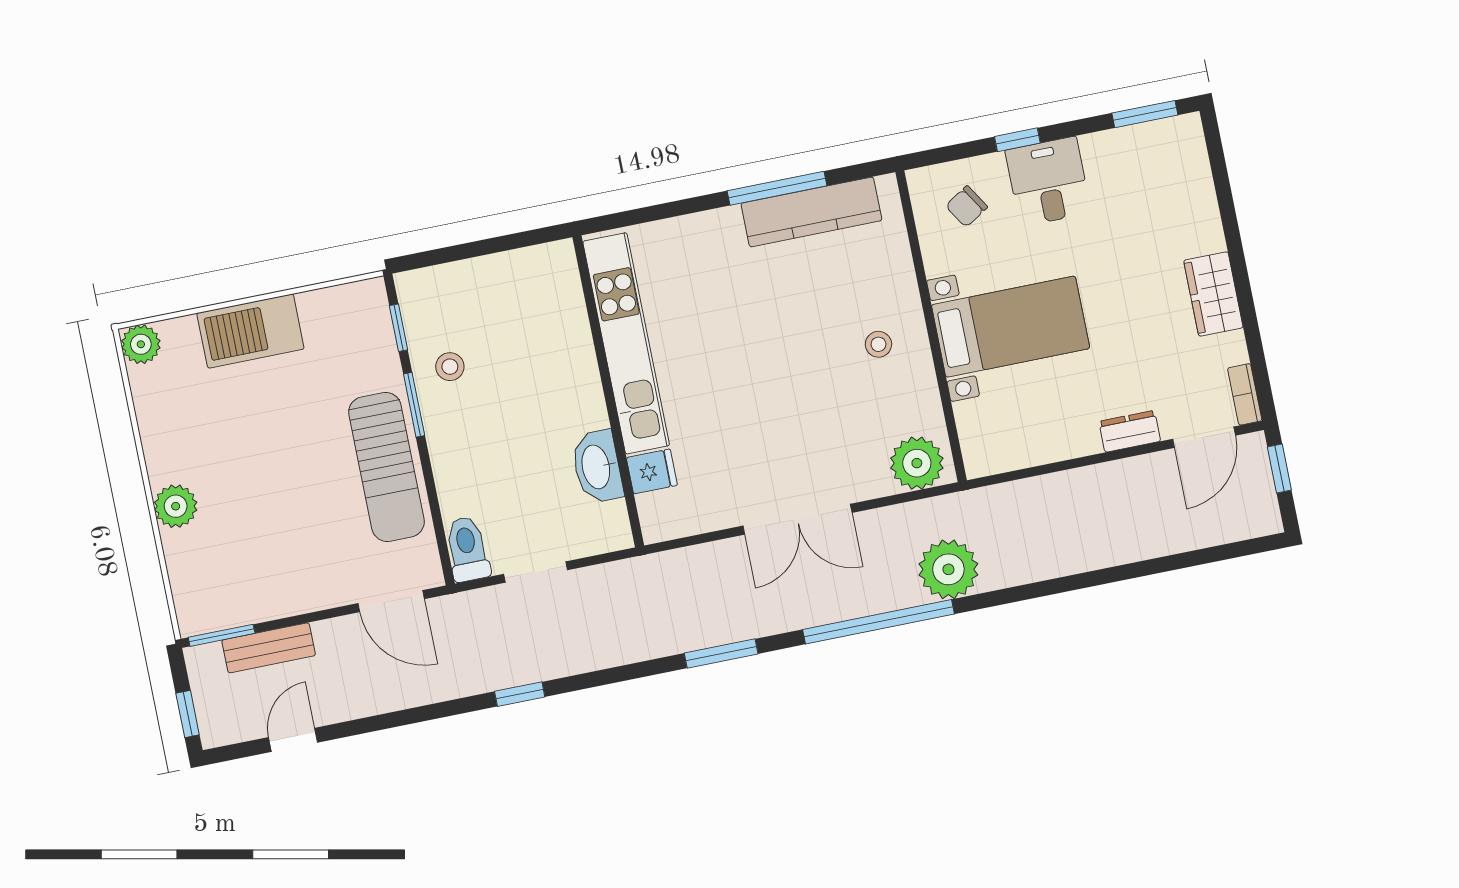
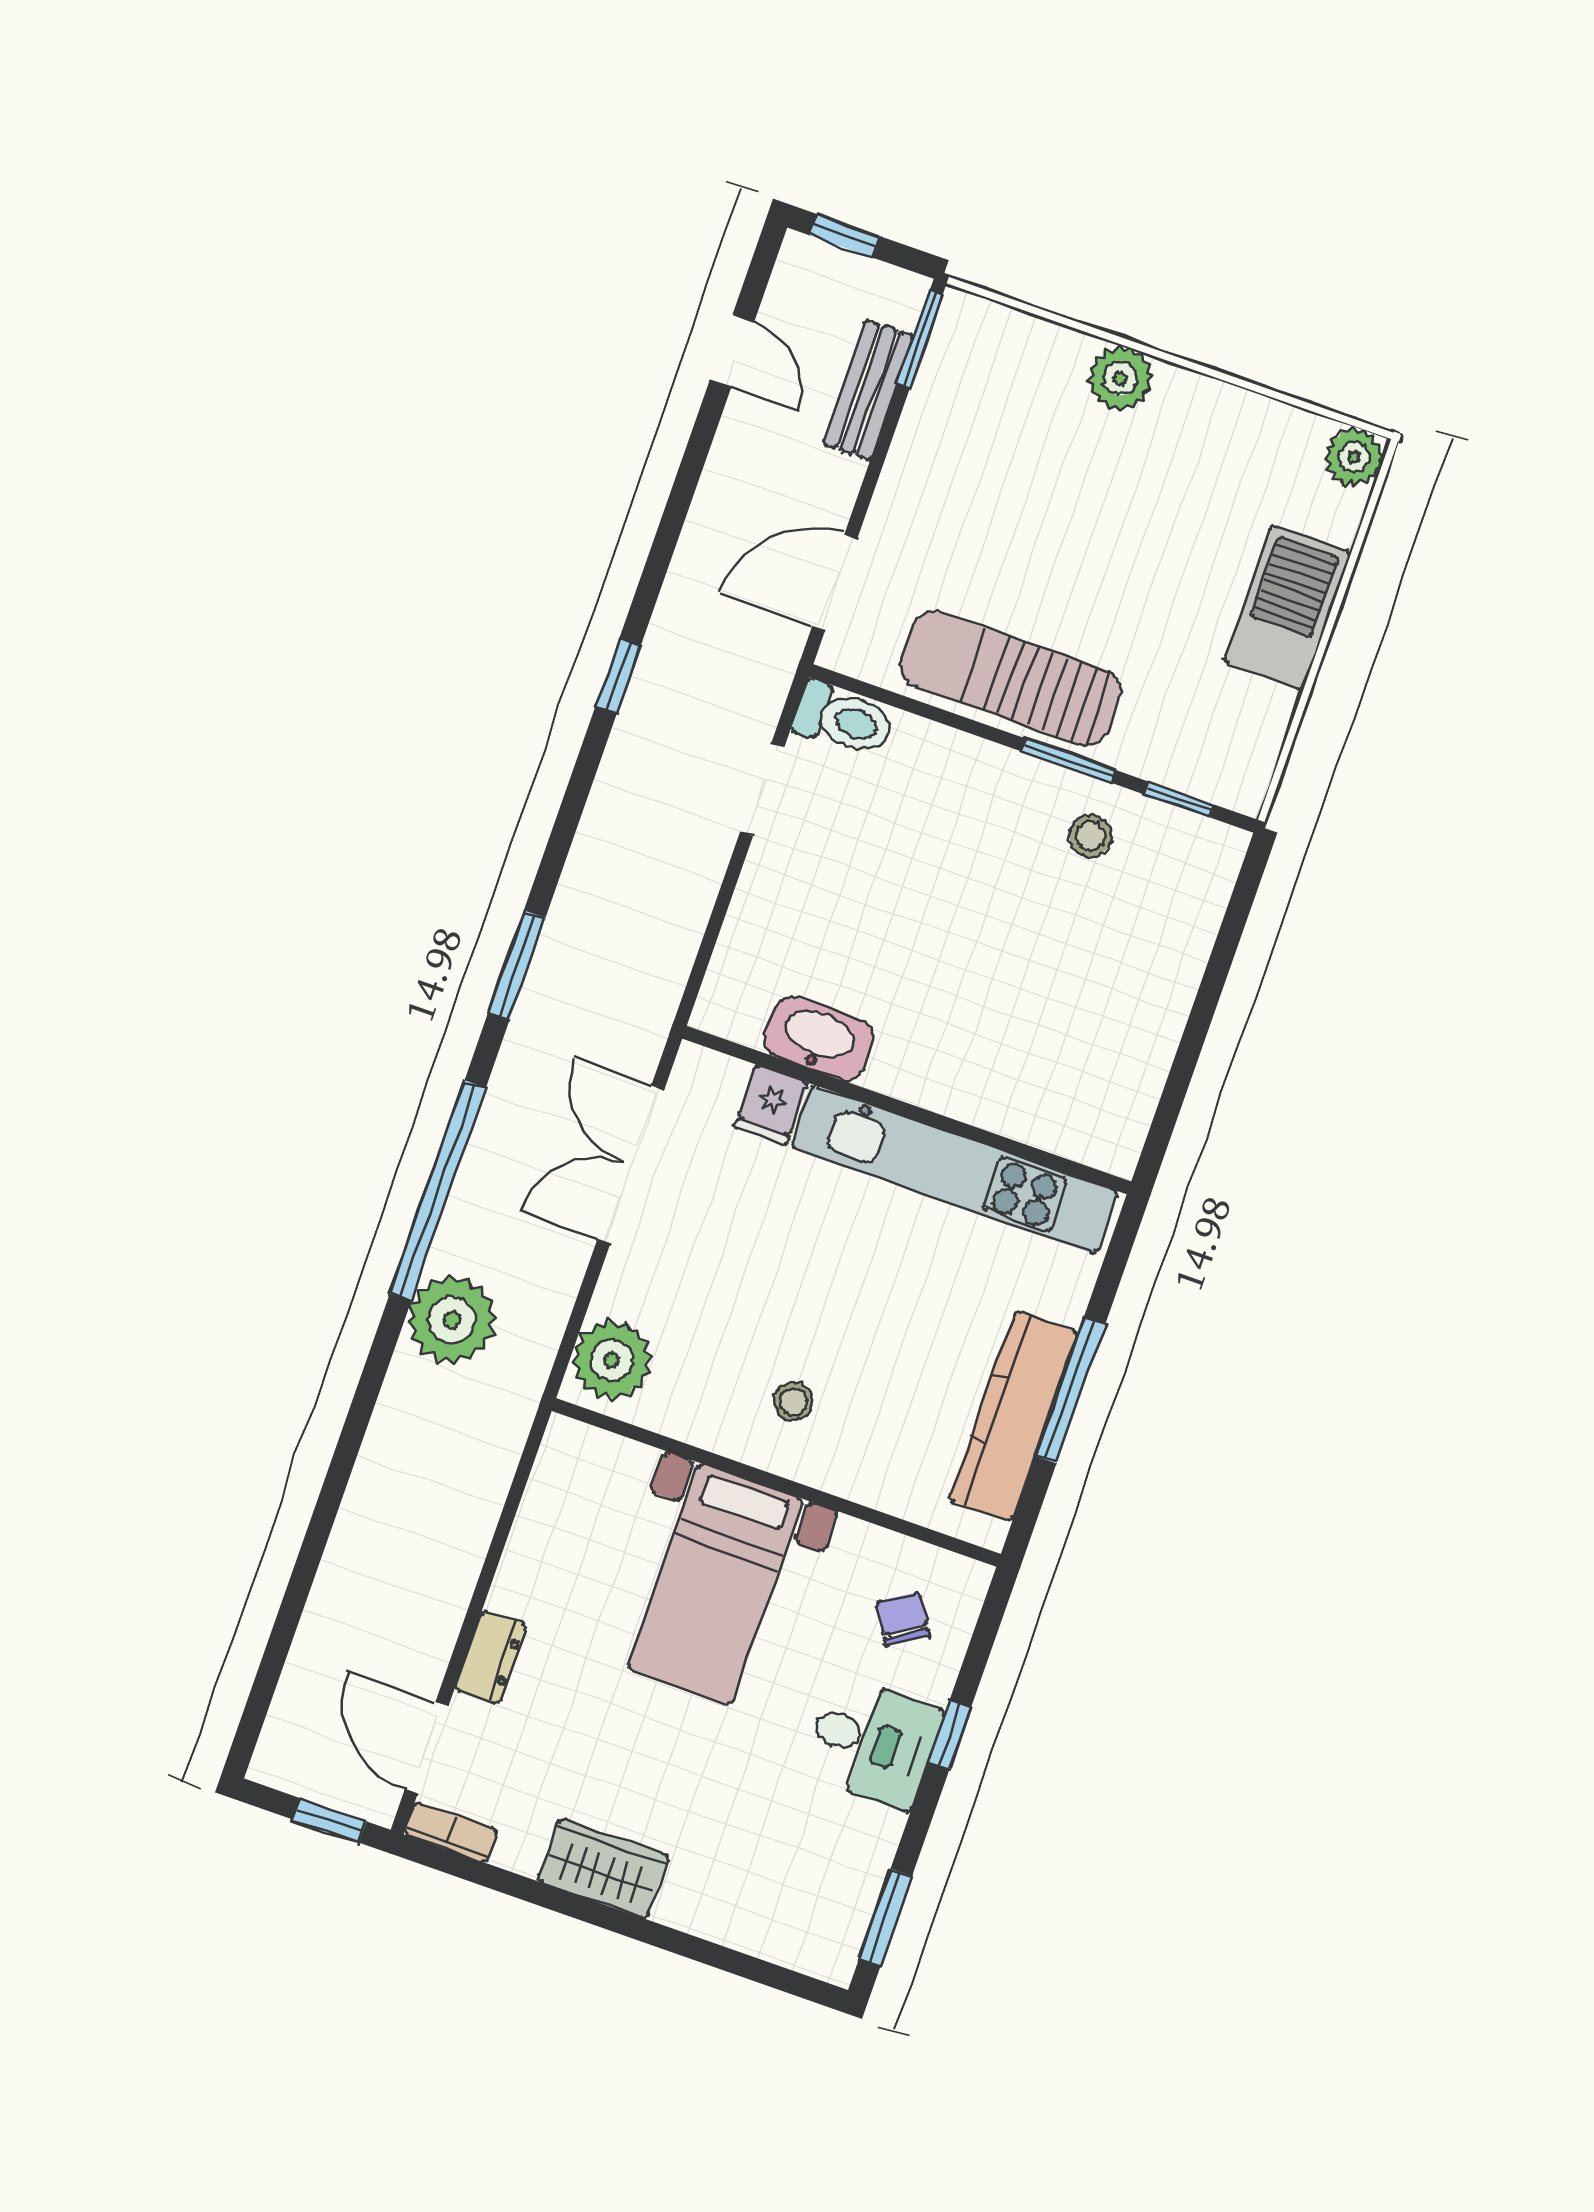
kitchen unit: (626, 343) -> (954, 1169), moved
wall: (608, 391) -> (907, 1110), moved
washbasin: (597, 467) -> (819, 1039), moved
fridge: (652, 471) -> (771, 1105), moved

